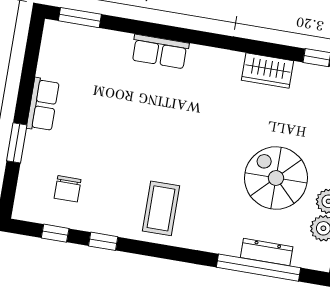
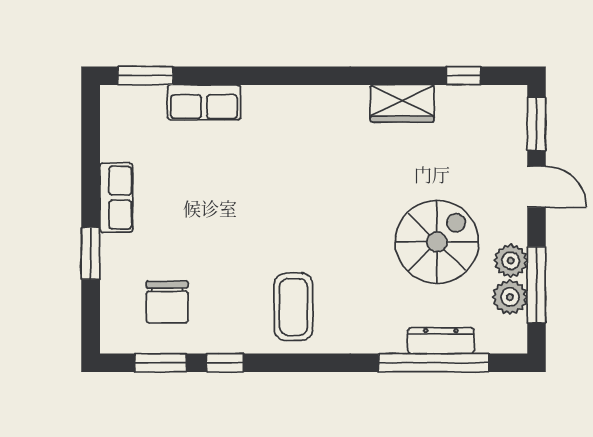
row of seats: (160, 52) -> (204, 102), moved
spiral stairs: (276, 178) -> (437, 242), turned 90
chair: (68, 189) -> (167, 302), width x1.37, depth x1.37
window: (55, 233) -> (161, 363), width x1.50

